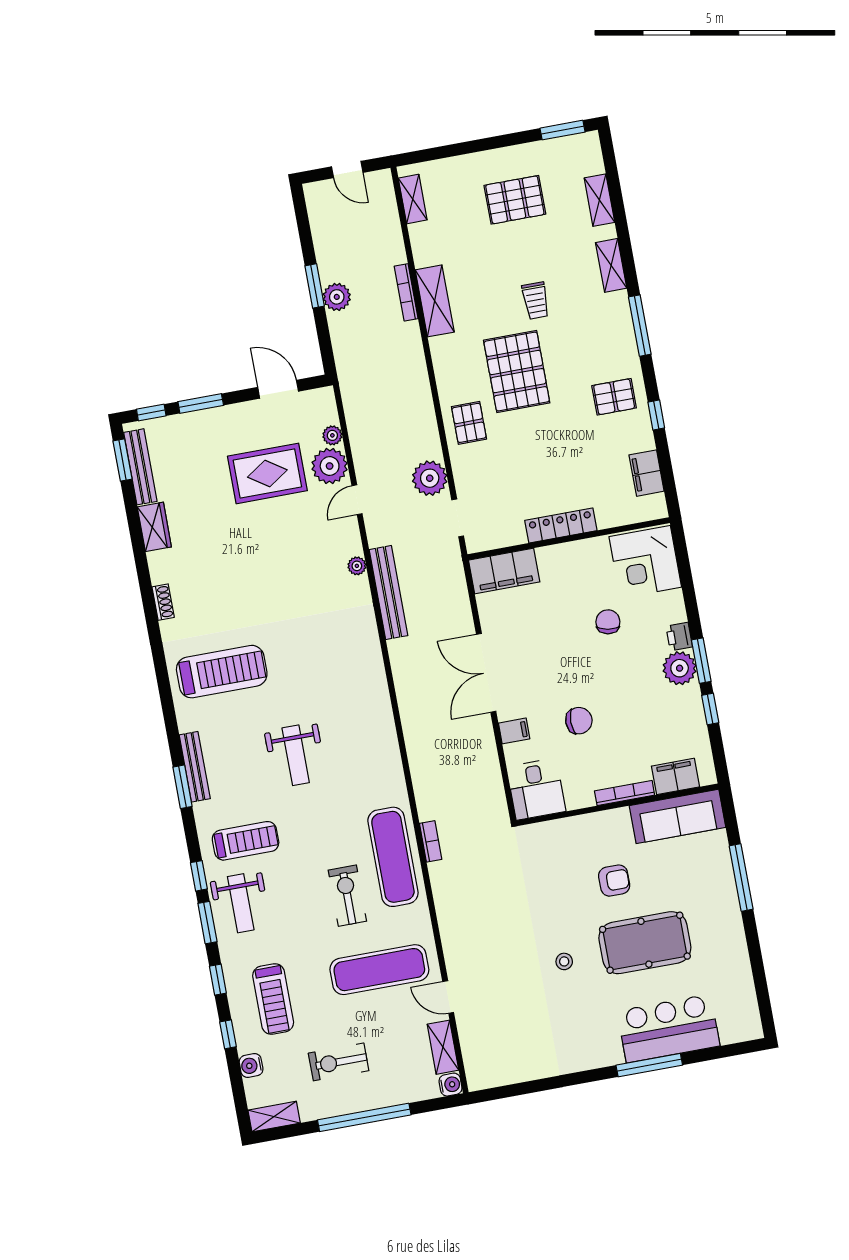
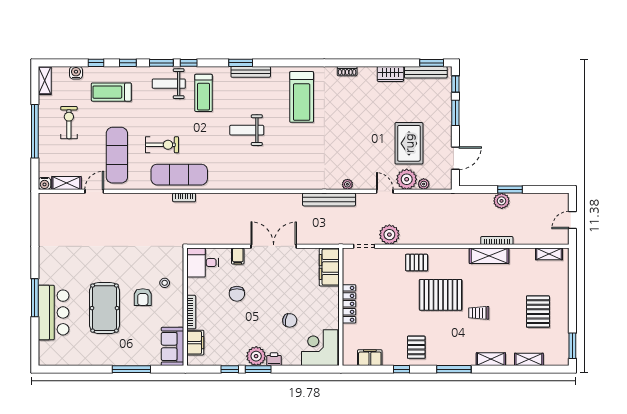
sofa: (677, 816) -> (173, 346), width x0.73
stool: (564, 961) -> (165, 283), moved

